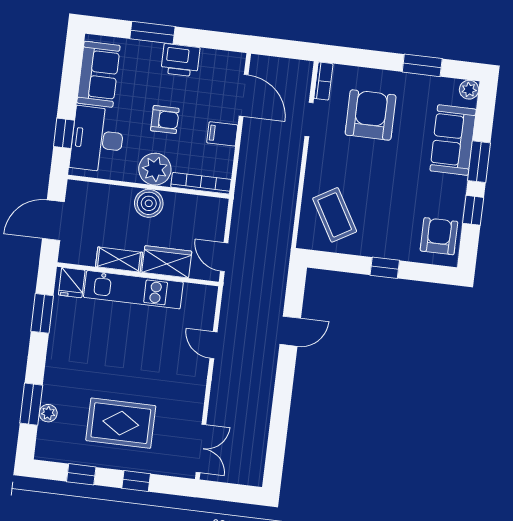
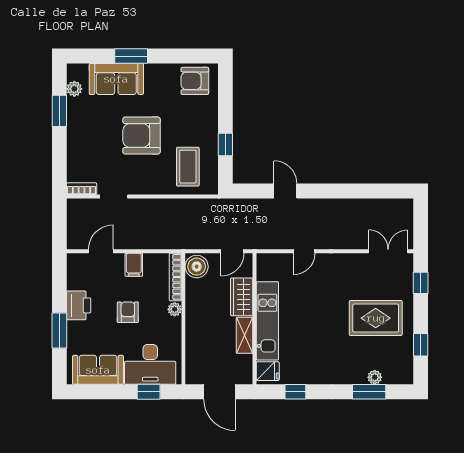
plant: (469, 90) -> (74, 89), moved
door: (244, 95) -> (101, 251), width x0.73
armchair: (371, 115) -> (142, 135), moved
plant: (155, 169) -> (175, 309), width x0.53, depth x0.53
boiler: (149, 203) -> (197, 267), moved
window: (473, 210) -> (171, 56), removed
coffee table: (335, 215) -> (188, 167), turned -60
window: (385, 268) -> (225, 145), moved
window: (42, 313) -> (295, 392), width x0.67
rug: (121, 423) -> (376, 318), turned 90
window: (136, 481) -> (421, 283), moved

